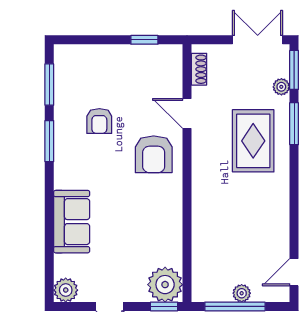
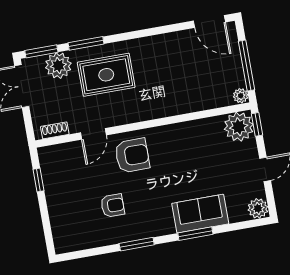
window: (49, 85) -> (195, 234), moved
plant: (281, 87) -> (58, 66), width x1.88, depth x1.88
door: (294, 272) -> (209, 21), width x1.38
plant: (242, 293) -> (241, 96), moved

